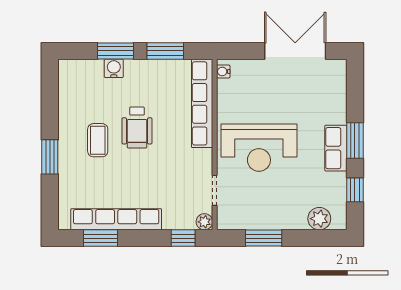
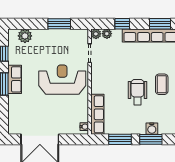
row of seats: (202, 103) -> (97, 114), width x0.73
plant: (187, 222) -> (107, 34), added
window: (183, 238) -> (122, 24), moved

